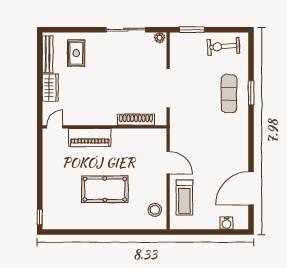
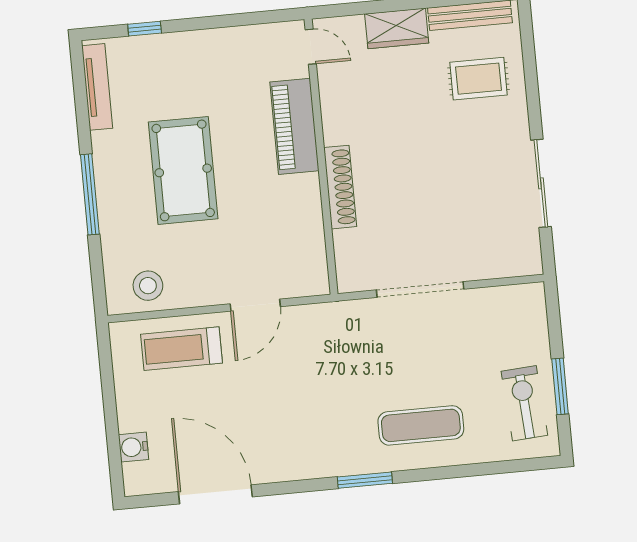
window: (192, 30) -> (560, 386), moved
plant: (159, 38) -> (530, 260), removed
window: (251, 93) -> (365, 480), moved
shoe rack: (136, 120) -> (340, 187), moved
window: (40, 217) -> (145, 29), moved
tv unit: (64, 224) -> (97, 87), added
window: (112, 232) -> (90, 194), added

